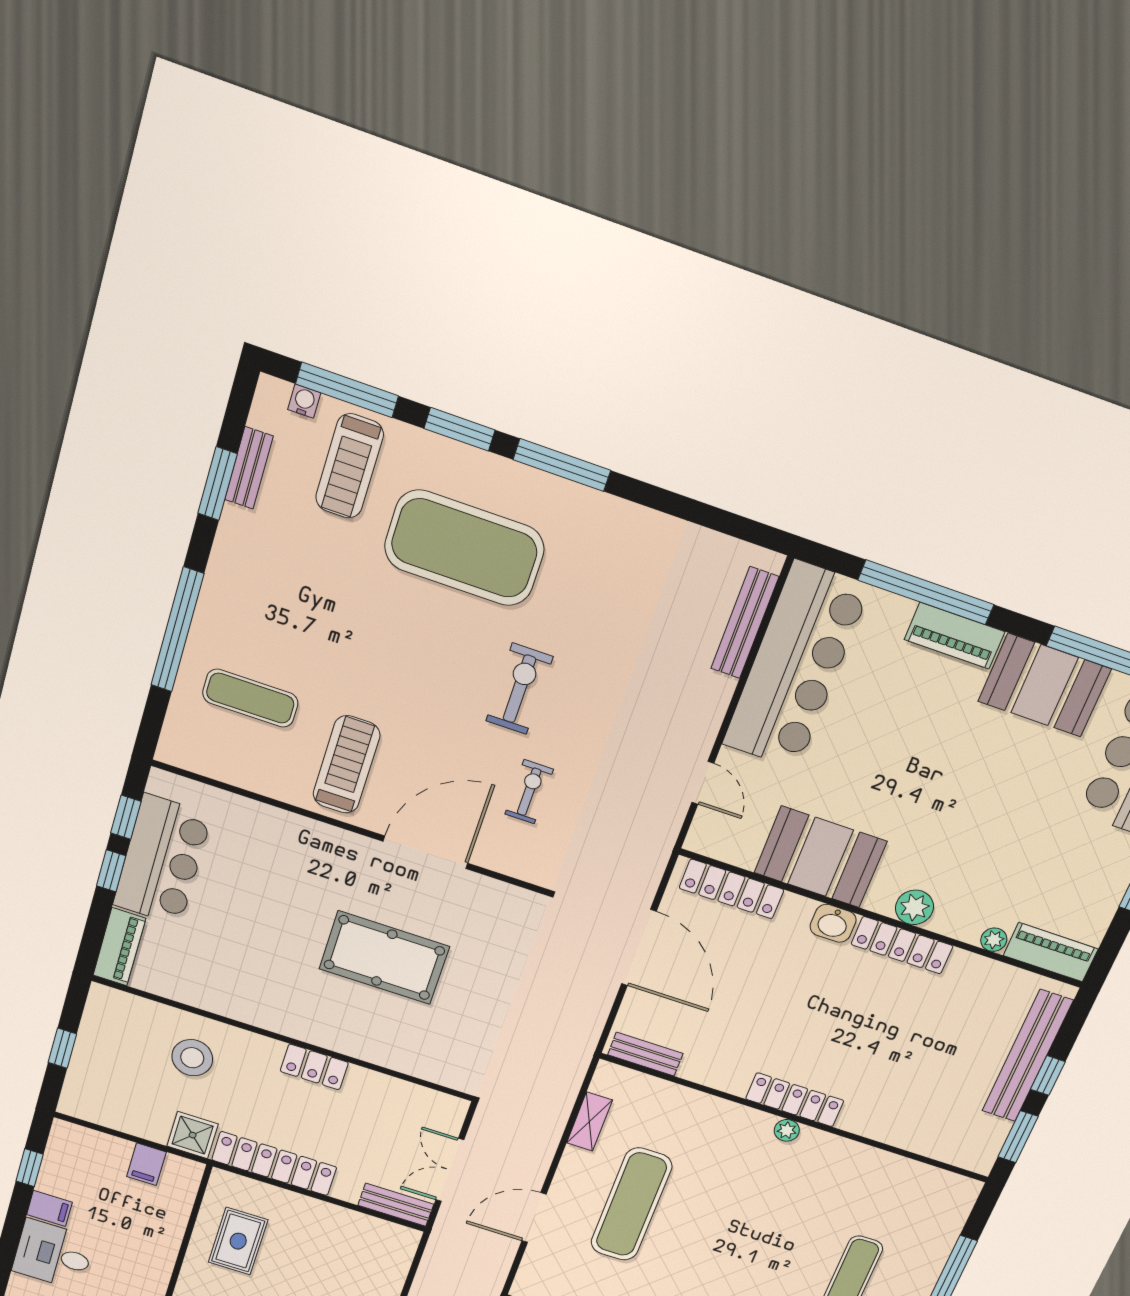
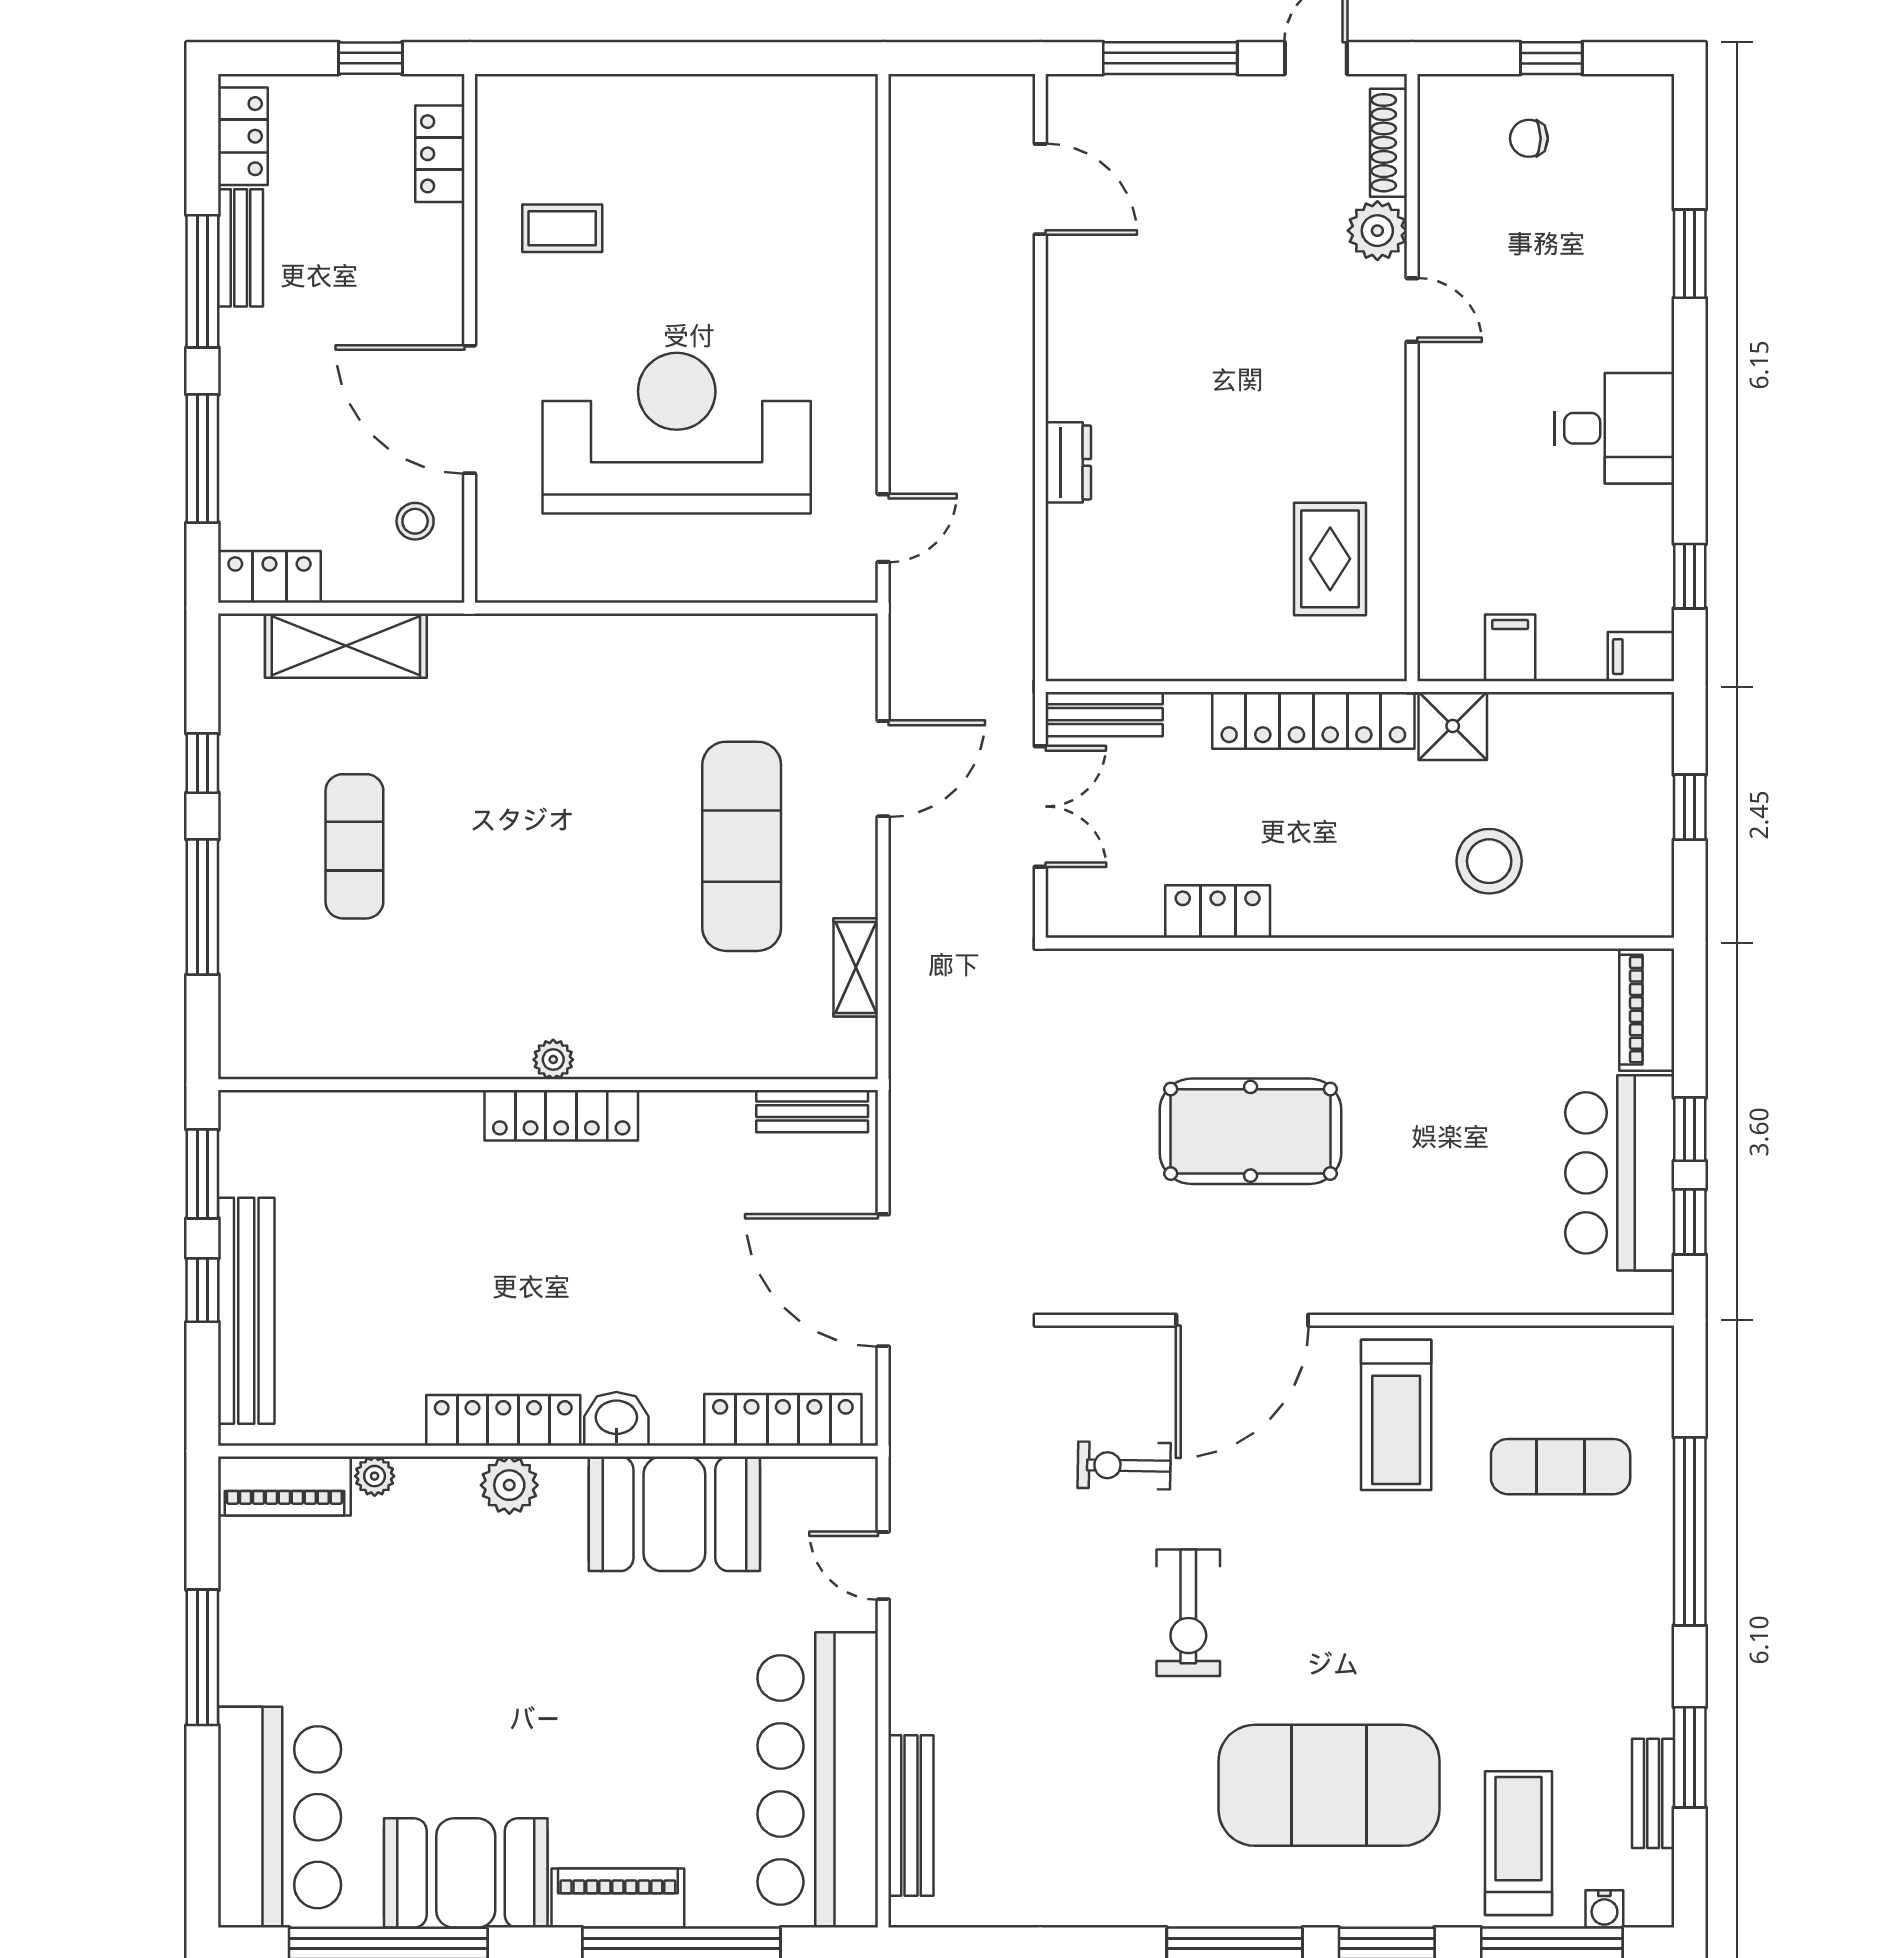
exercise bike: (529, 792) -> (1124, 1466), turned 91
locker: (314, 1067) -> (1218, 912), moved
filing cabinet: (50, 1208) -> (1641, 657), moved

